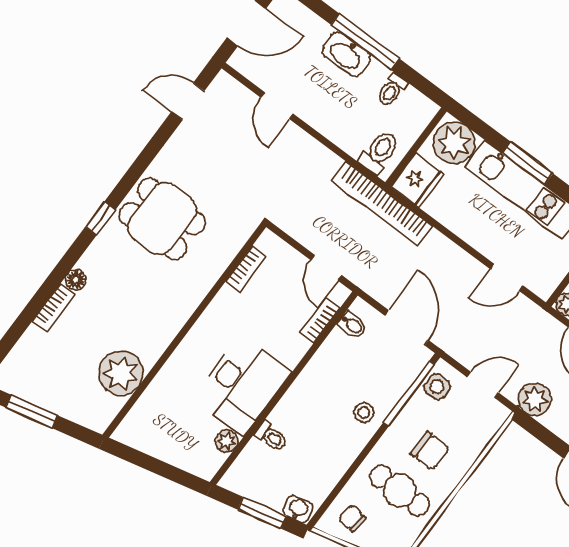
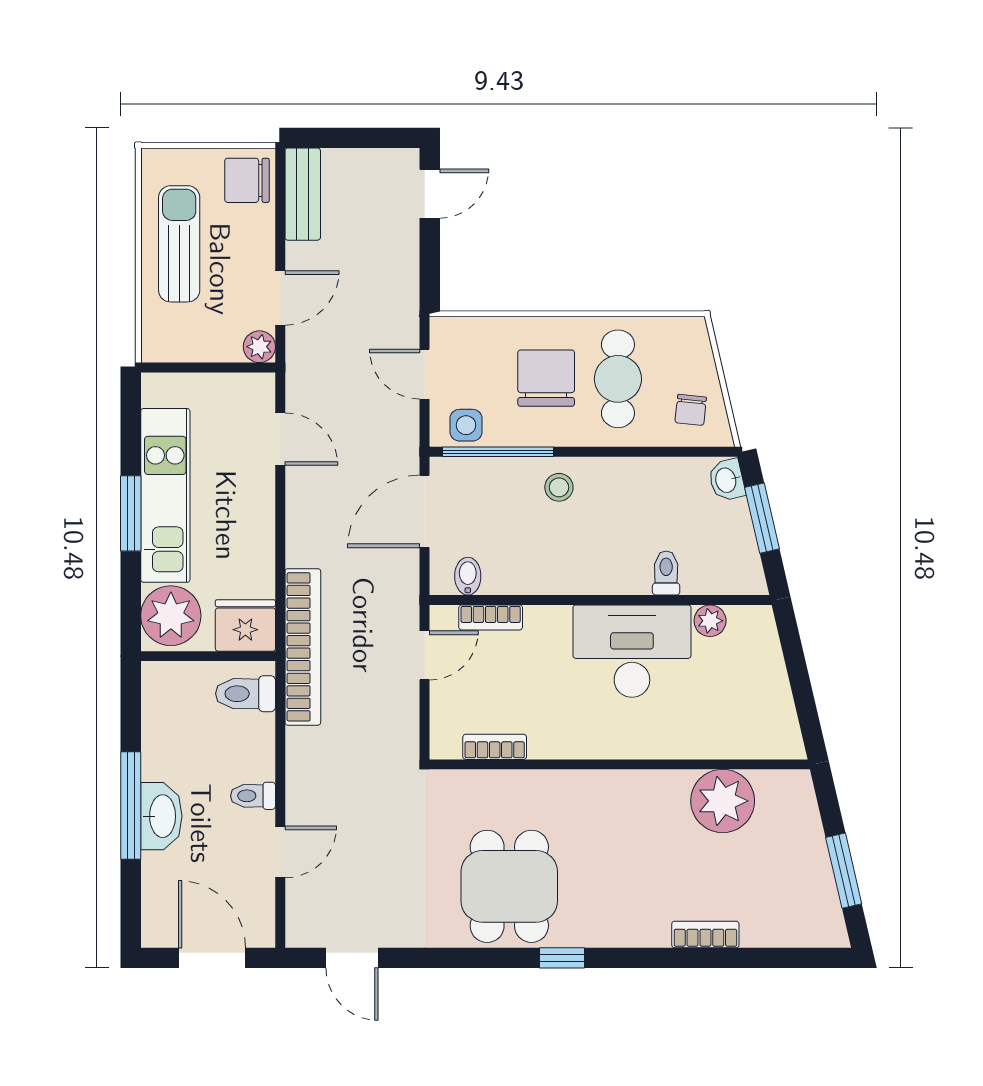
toilet: (392, 90) -> (253, 796), moved, turned 180
floor lamp: (76, 280) -> (654, 933), removed
plant: (535, 399) -> (396, 302), removed
chair: (430, 451) -> (546, 378), width x1.37, depth x1.37

